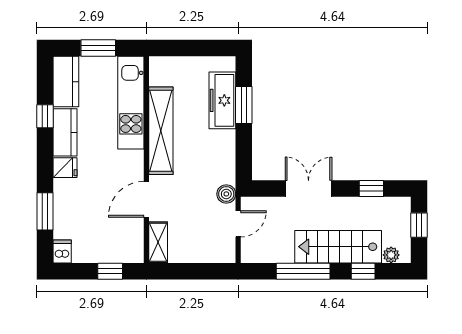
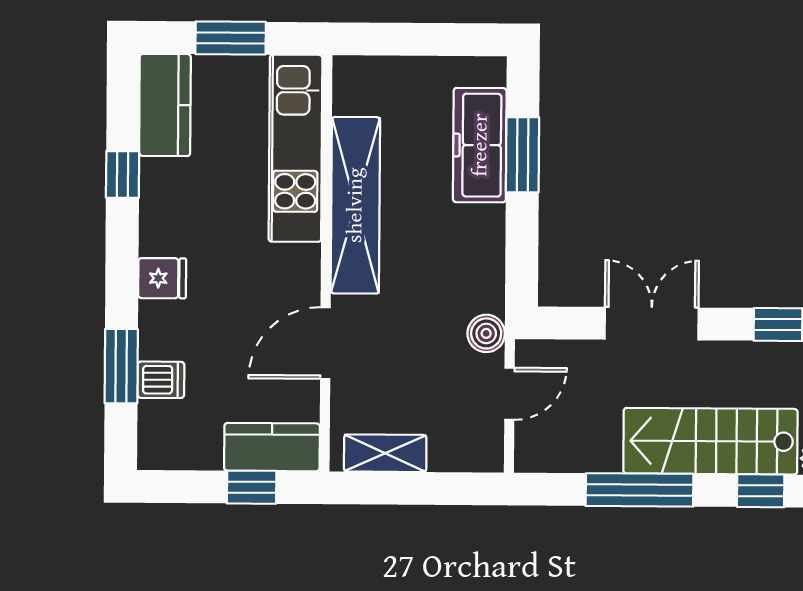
kitchen counter: (65, 132) -> (272, 447), moved, turned -90
shelving: (158, 242) -> (385, 453), moved, turned 90
dishwasher: (62, 251) -> (161, 380), moved, turned 90

